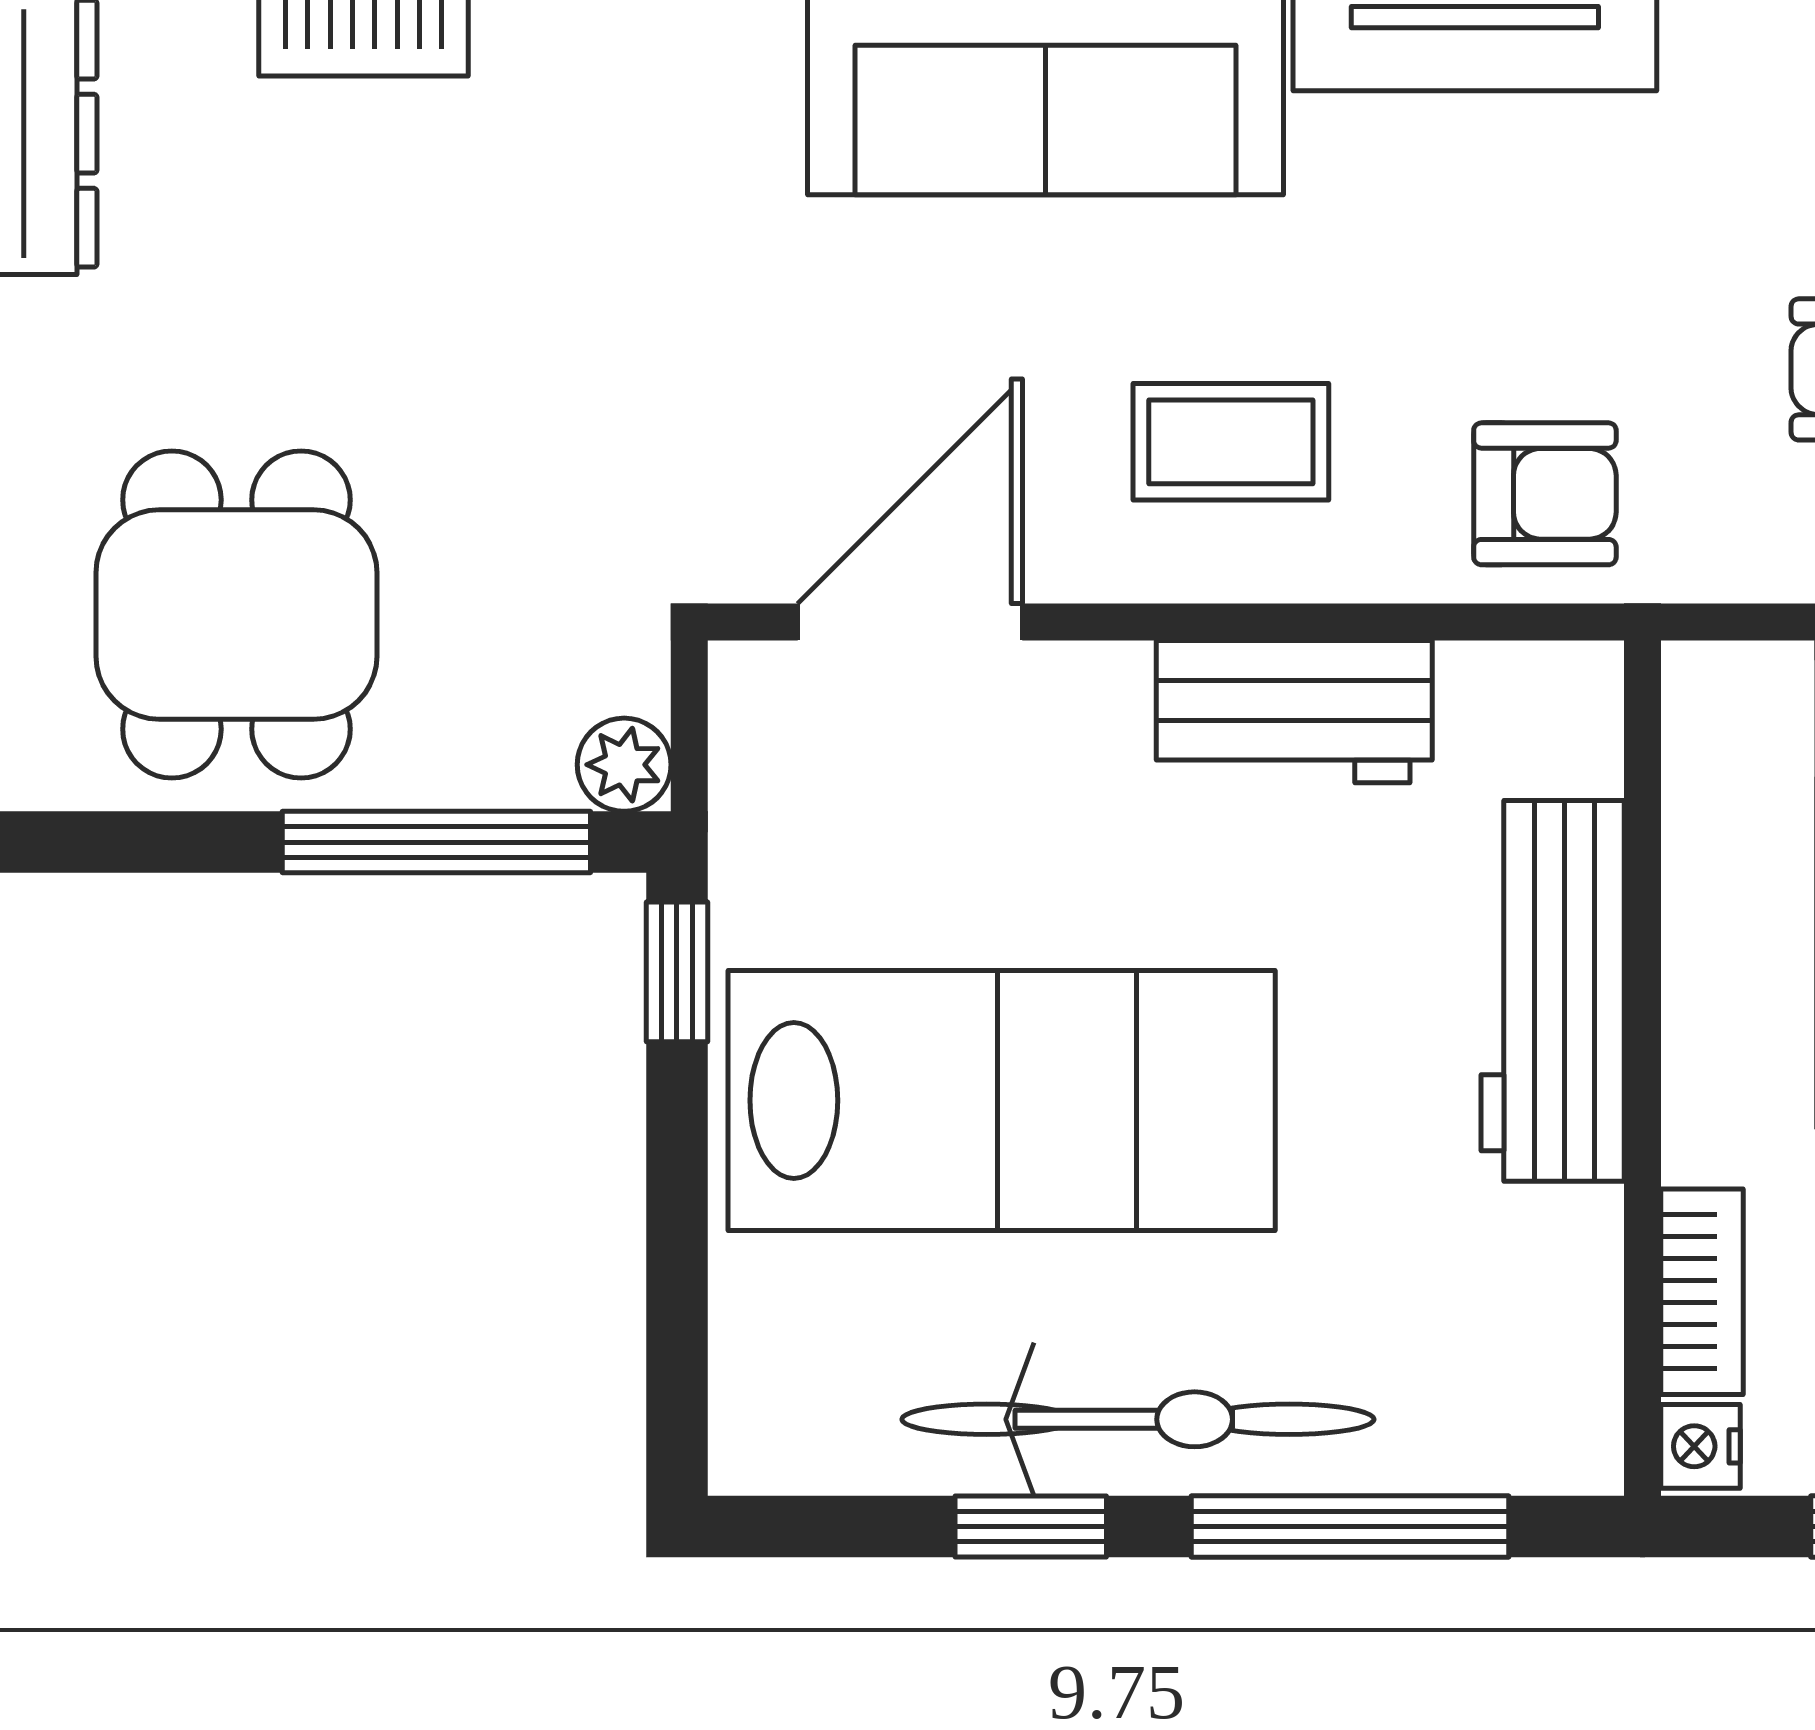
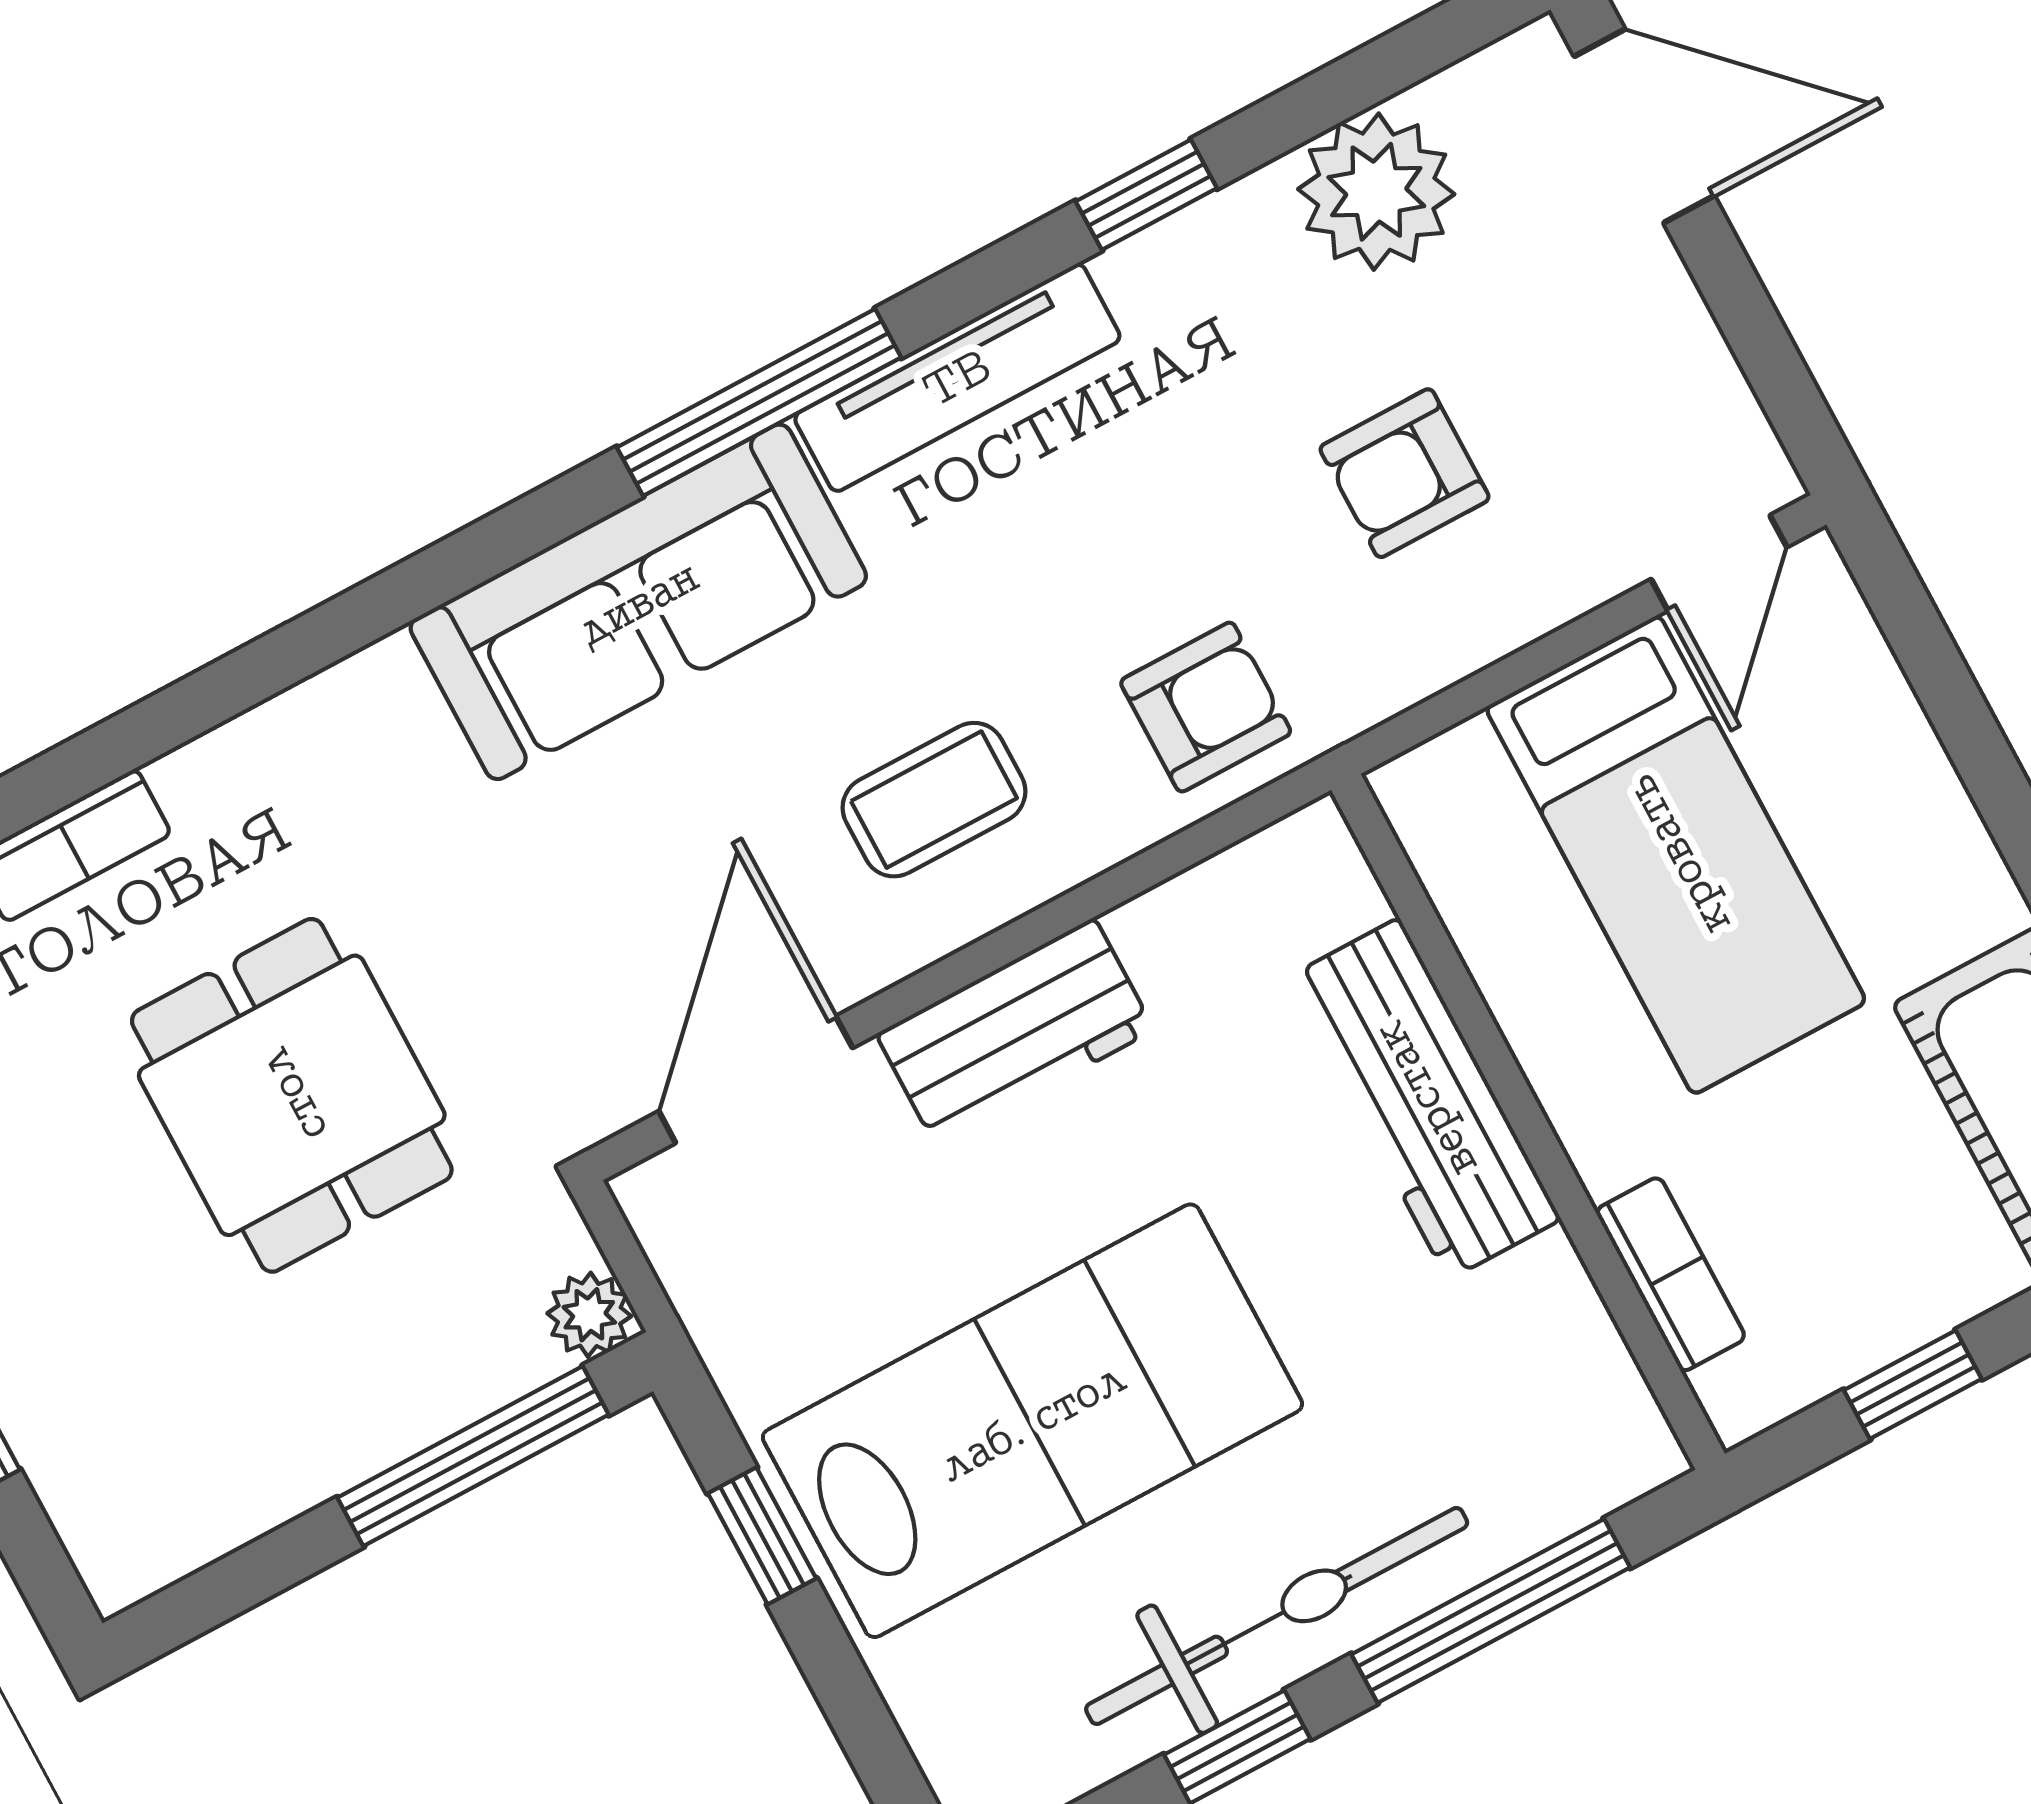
dining table: (236, 614) -> (292, 1095), moved
workbench: (1294, 712) -> (1015, 1032), moved
window: (677, 972) -> (762, 1536), moved
nightstand: (1700, 1446) -> (1735, 1398), removed

